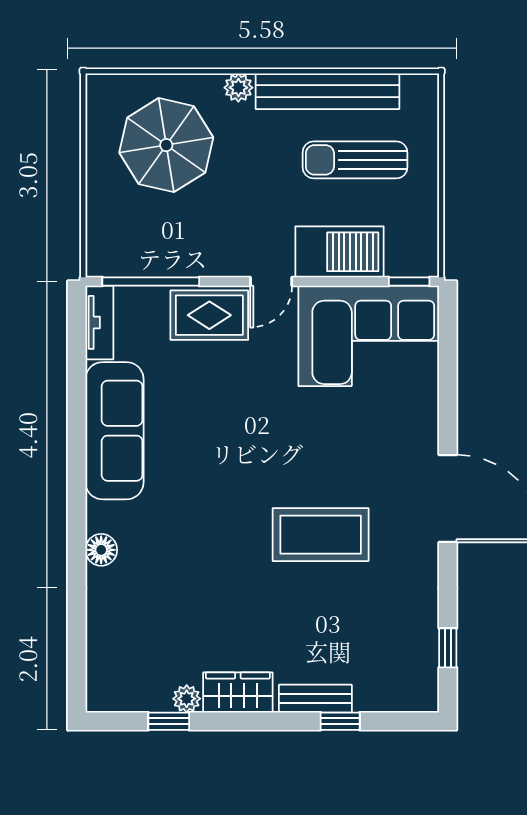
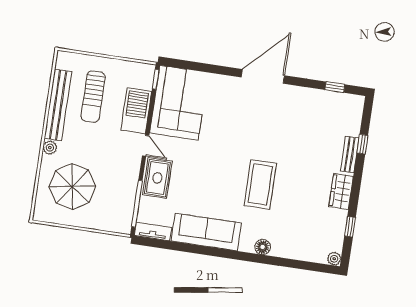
coffee table: (321, 535) -> (260, 184), moved
plant: (187, 699) -> (334, 259), moved

